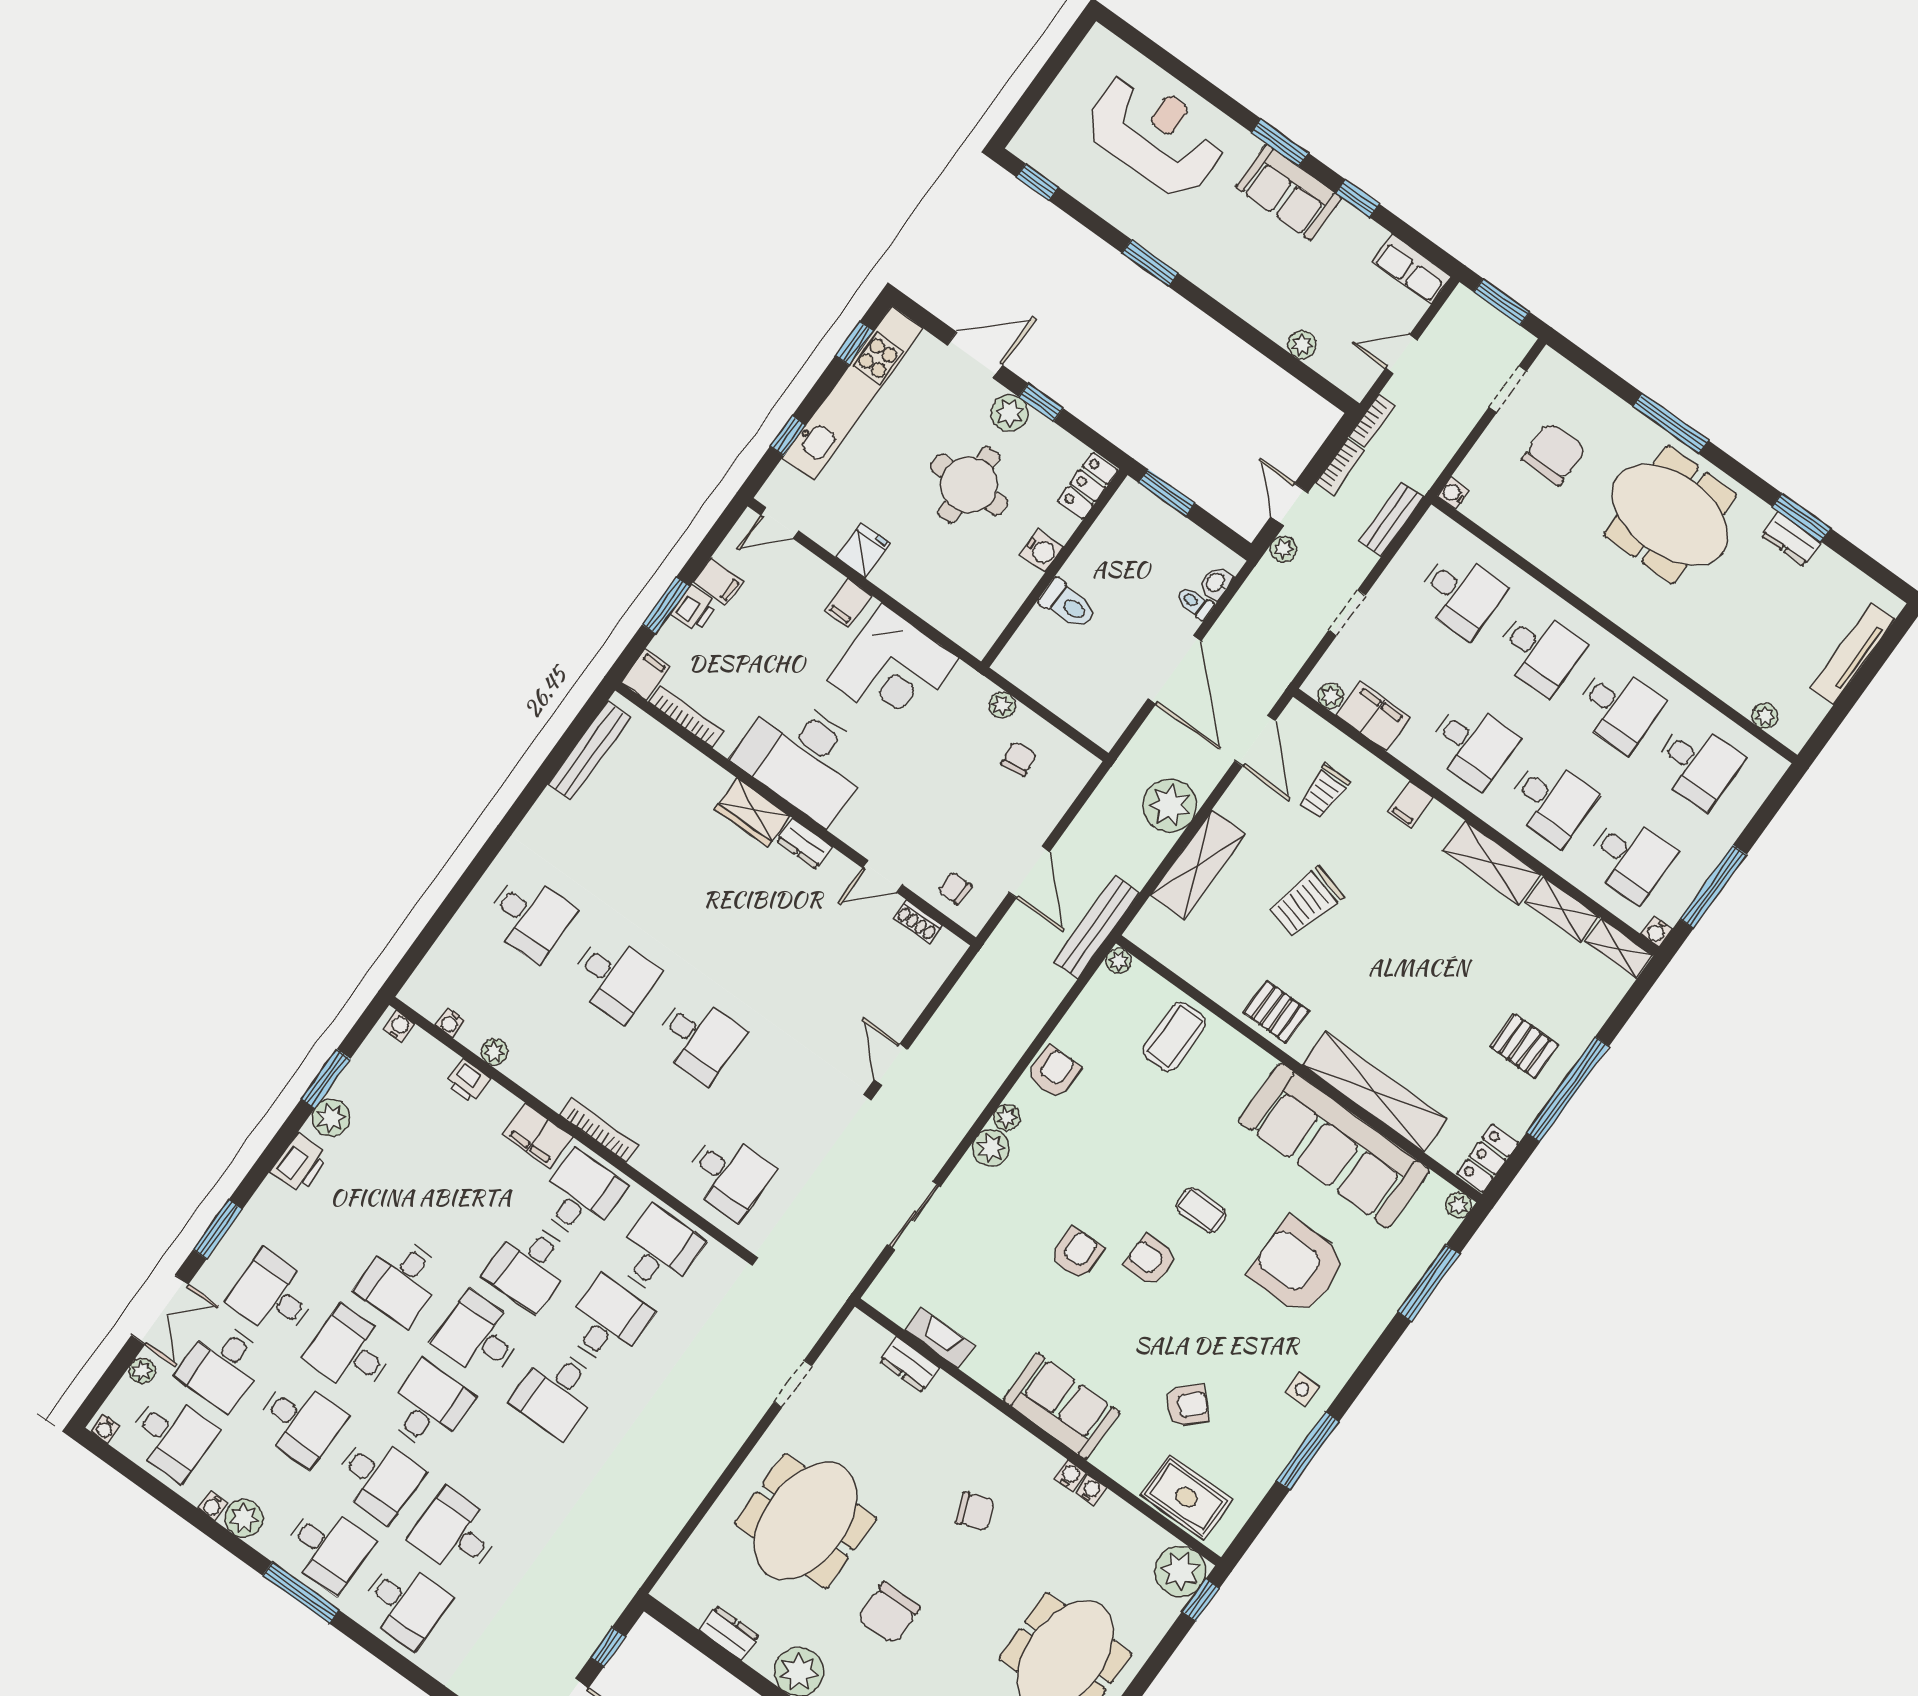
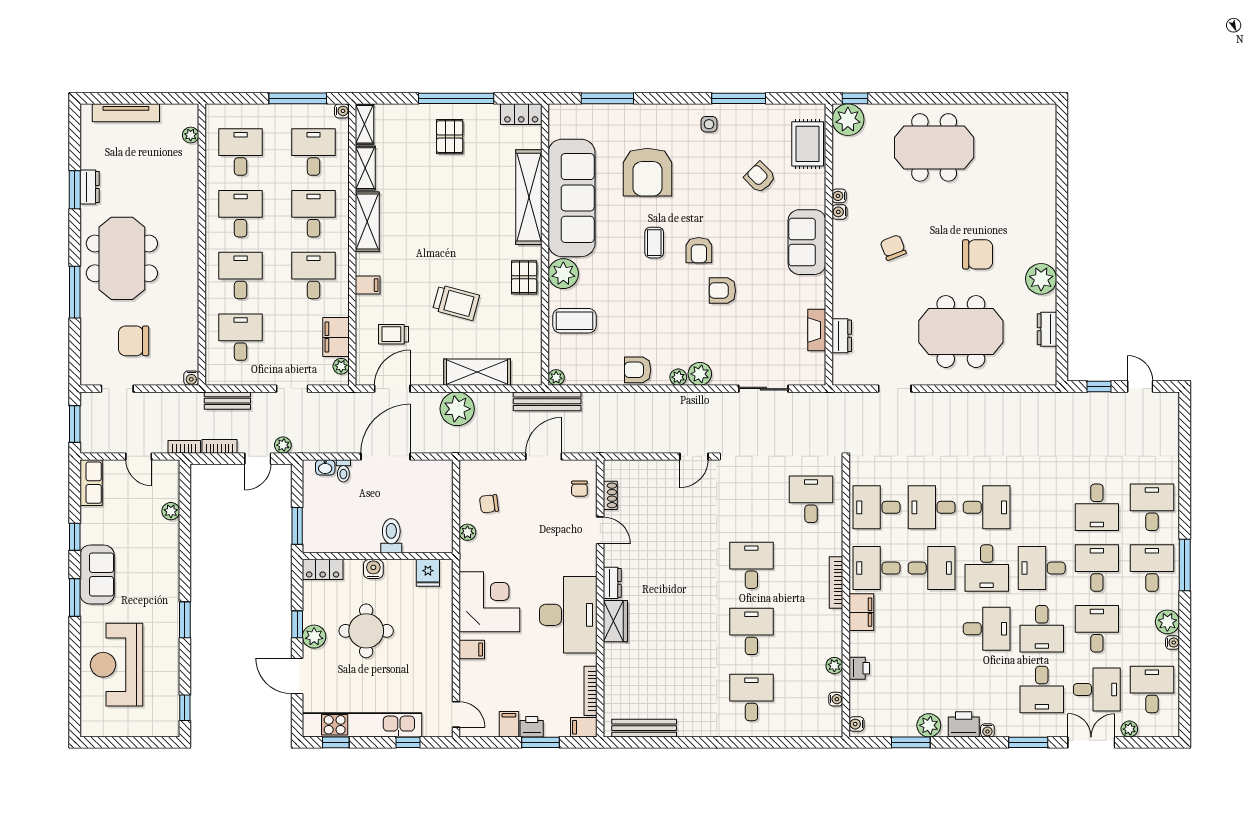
fridge: (863, 550) -> (428, 573), moved, turned -90
trolley: (1324, 792) -> (393, 334), turned 180
plant: (1459, 1205) -> (563, 274), moved, width x1.88, depth x1.88
water cooler: (105, 1429) -> (987, 730), moved, turned 90

